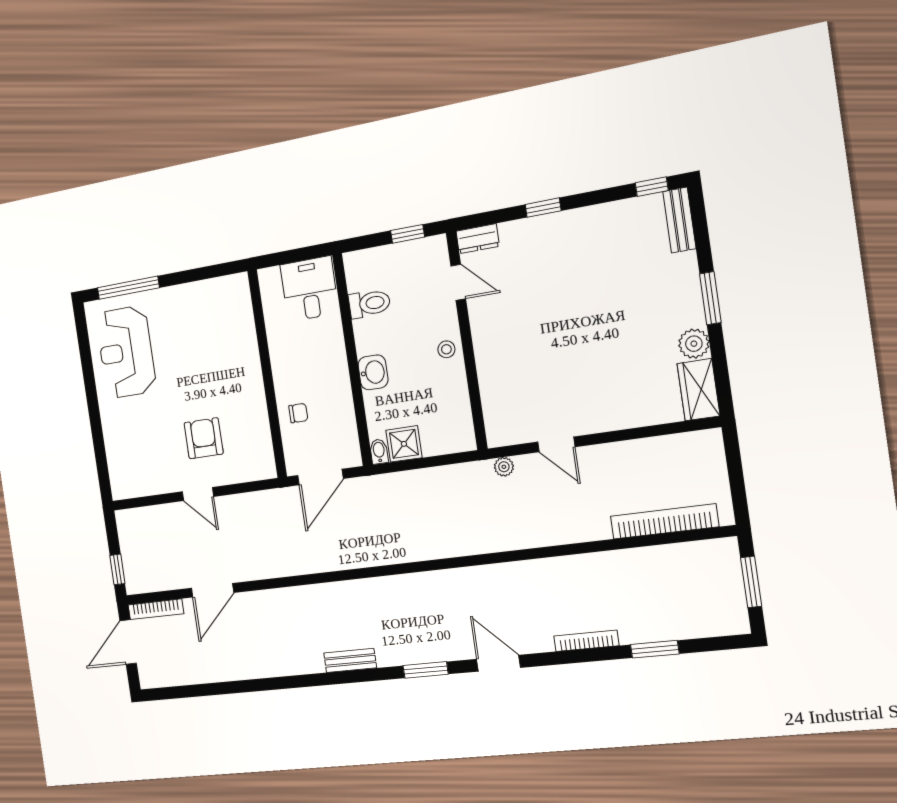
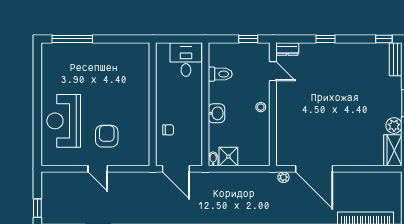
reception desk: (126, 352) -> (64, 121), moved
door: (556, 444) -> (314, 169), width x1.88
door: (320, 477) -> (176, 169), hinge flipped

